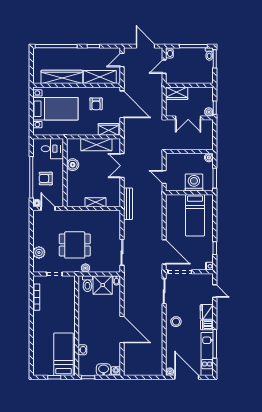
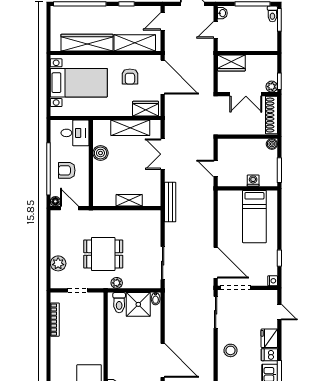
shoe rack: (209, 134) -> (271, 115), added
washing machine: (194, 183) -> (253, 181), width x0.53, depth x0.53

